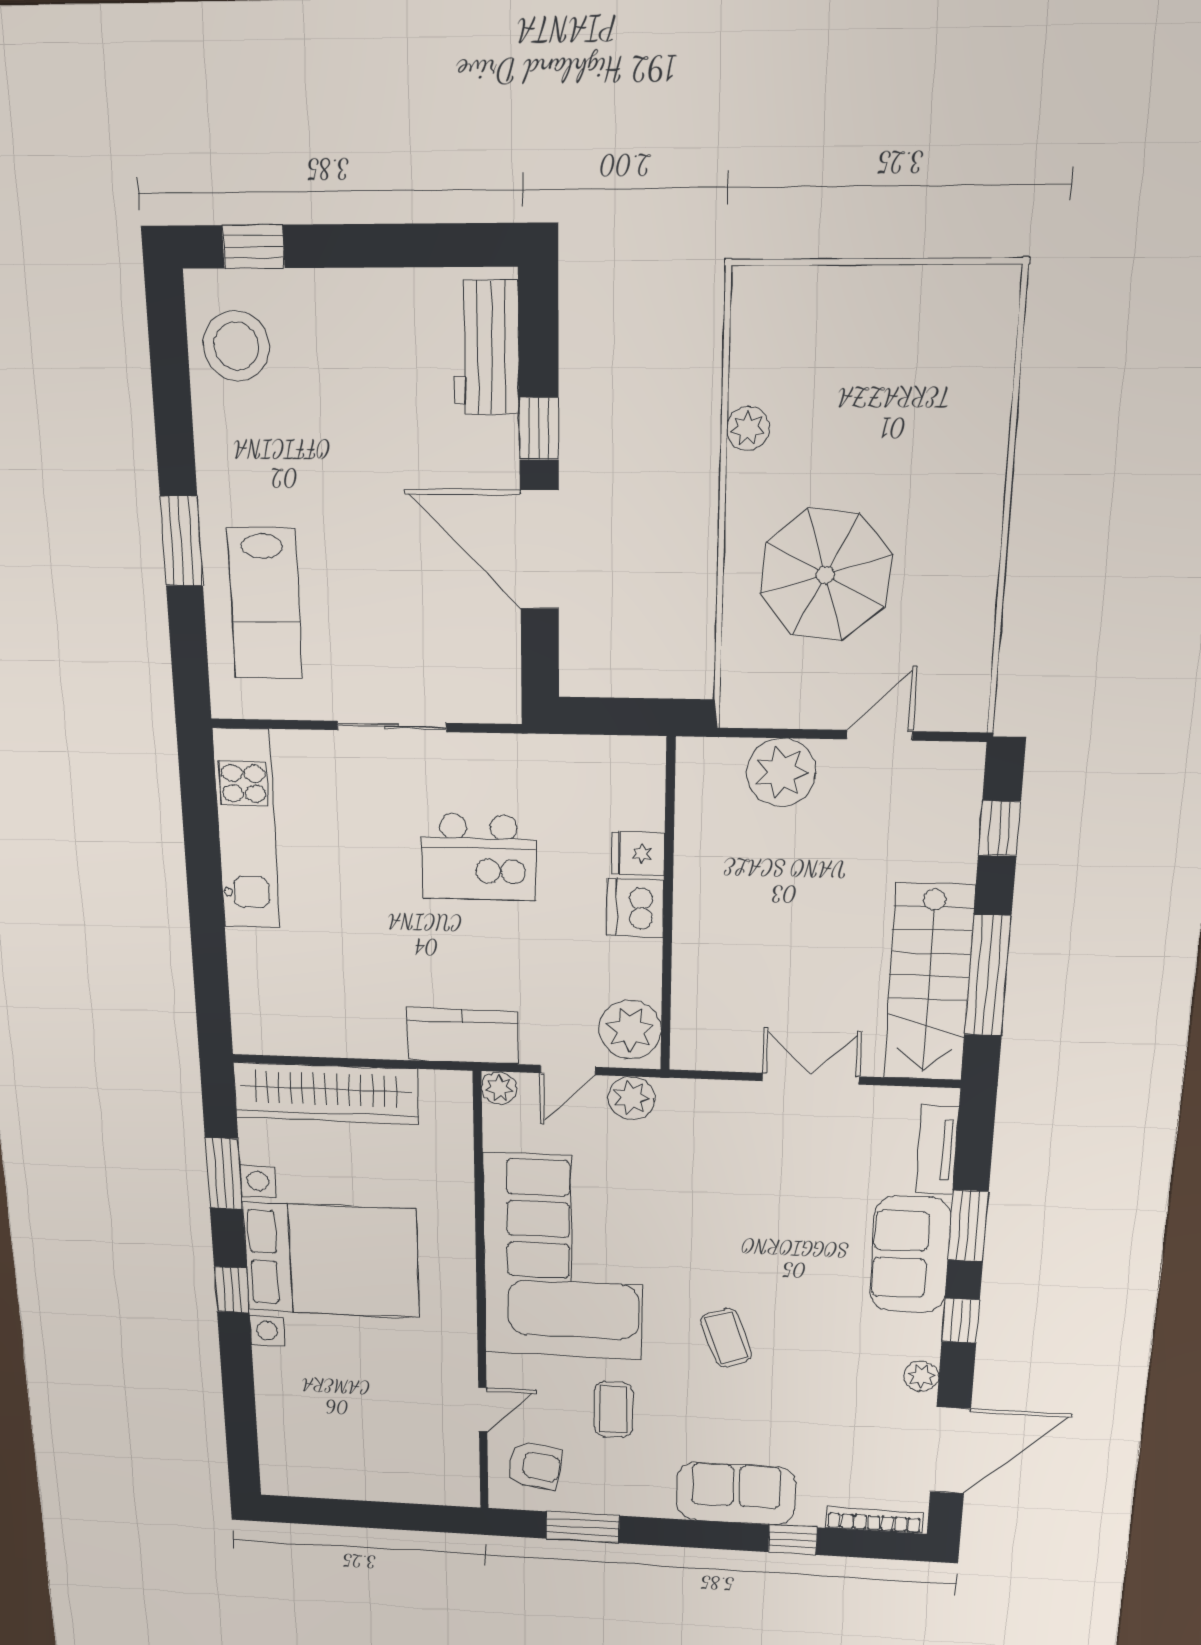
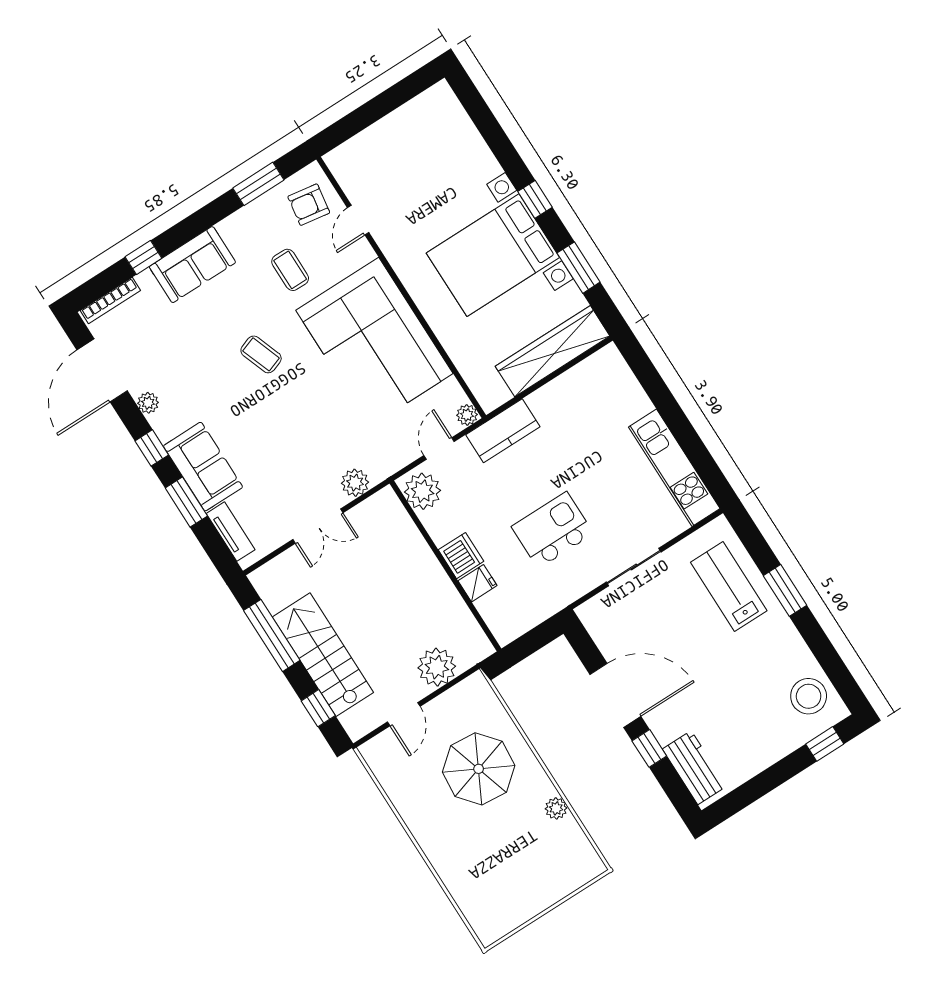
stairs: (929, 983) -> (323, 655), moved
plant: (631, 1098) -> (355, 483), moved

